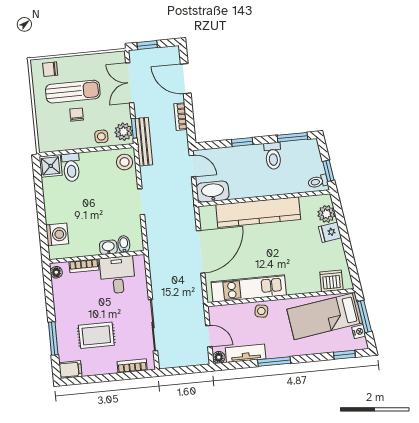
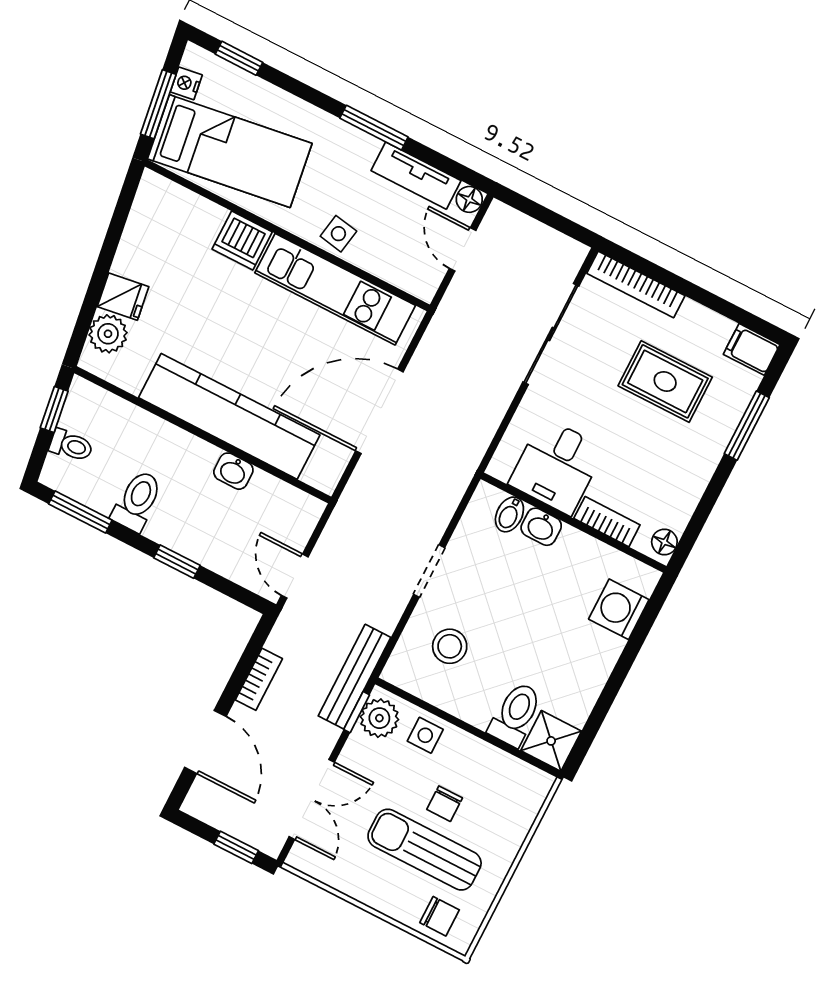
stool: (125, 162) -> (450, 646), moved
toilet: (318, 182) -> (71, 445), moved
washbasin: (213, 192) -> (233, 471), moved, width x0.52, depth x0.69
dishwasher: (331, 281) -> (242, 241), moved
bookcase: (132, 366) -> (636, 284), width x1.56

